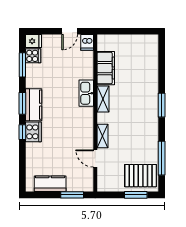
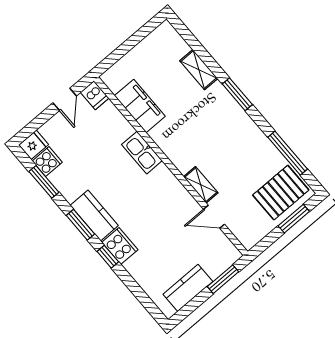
shelving: (103, 99) -> (199, 70), moved

